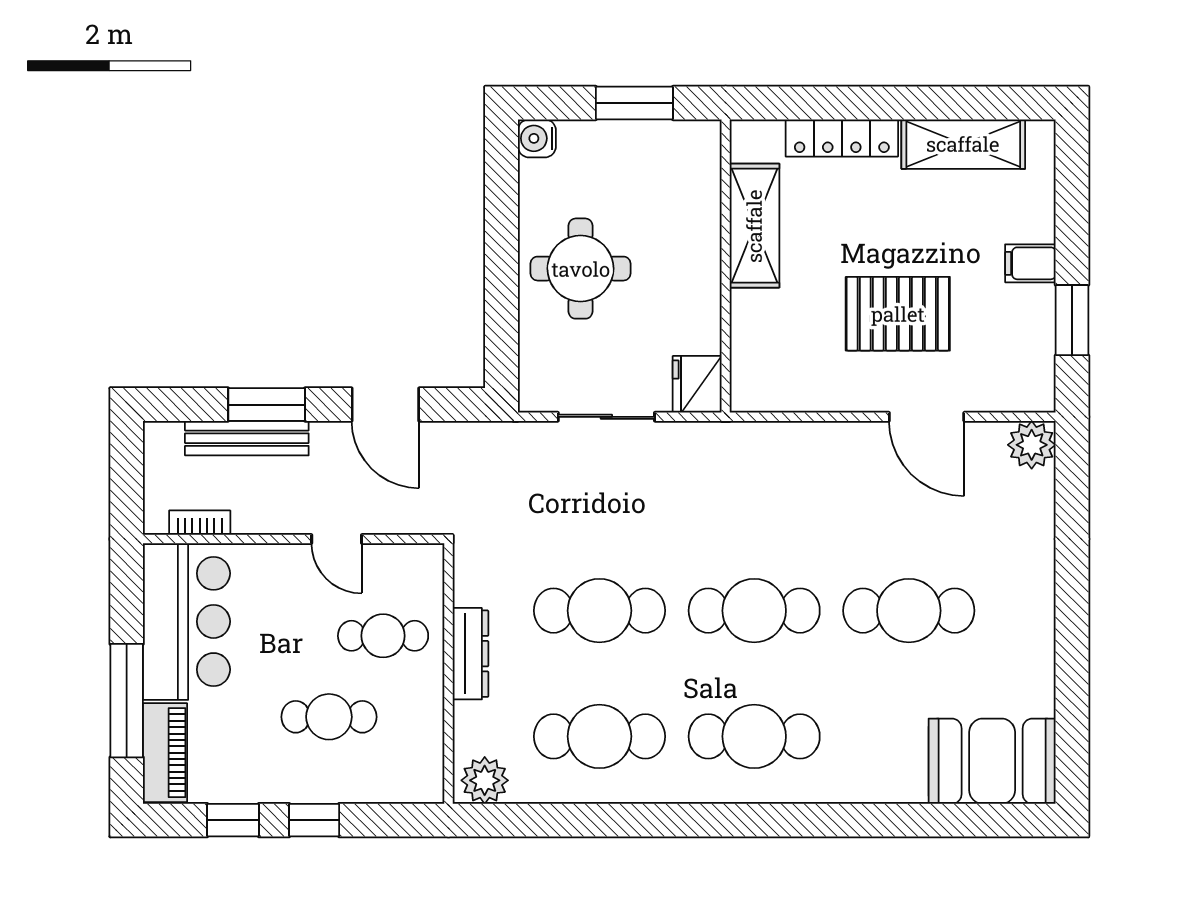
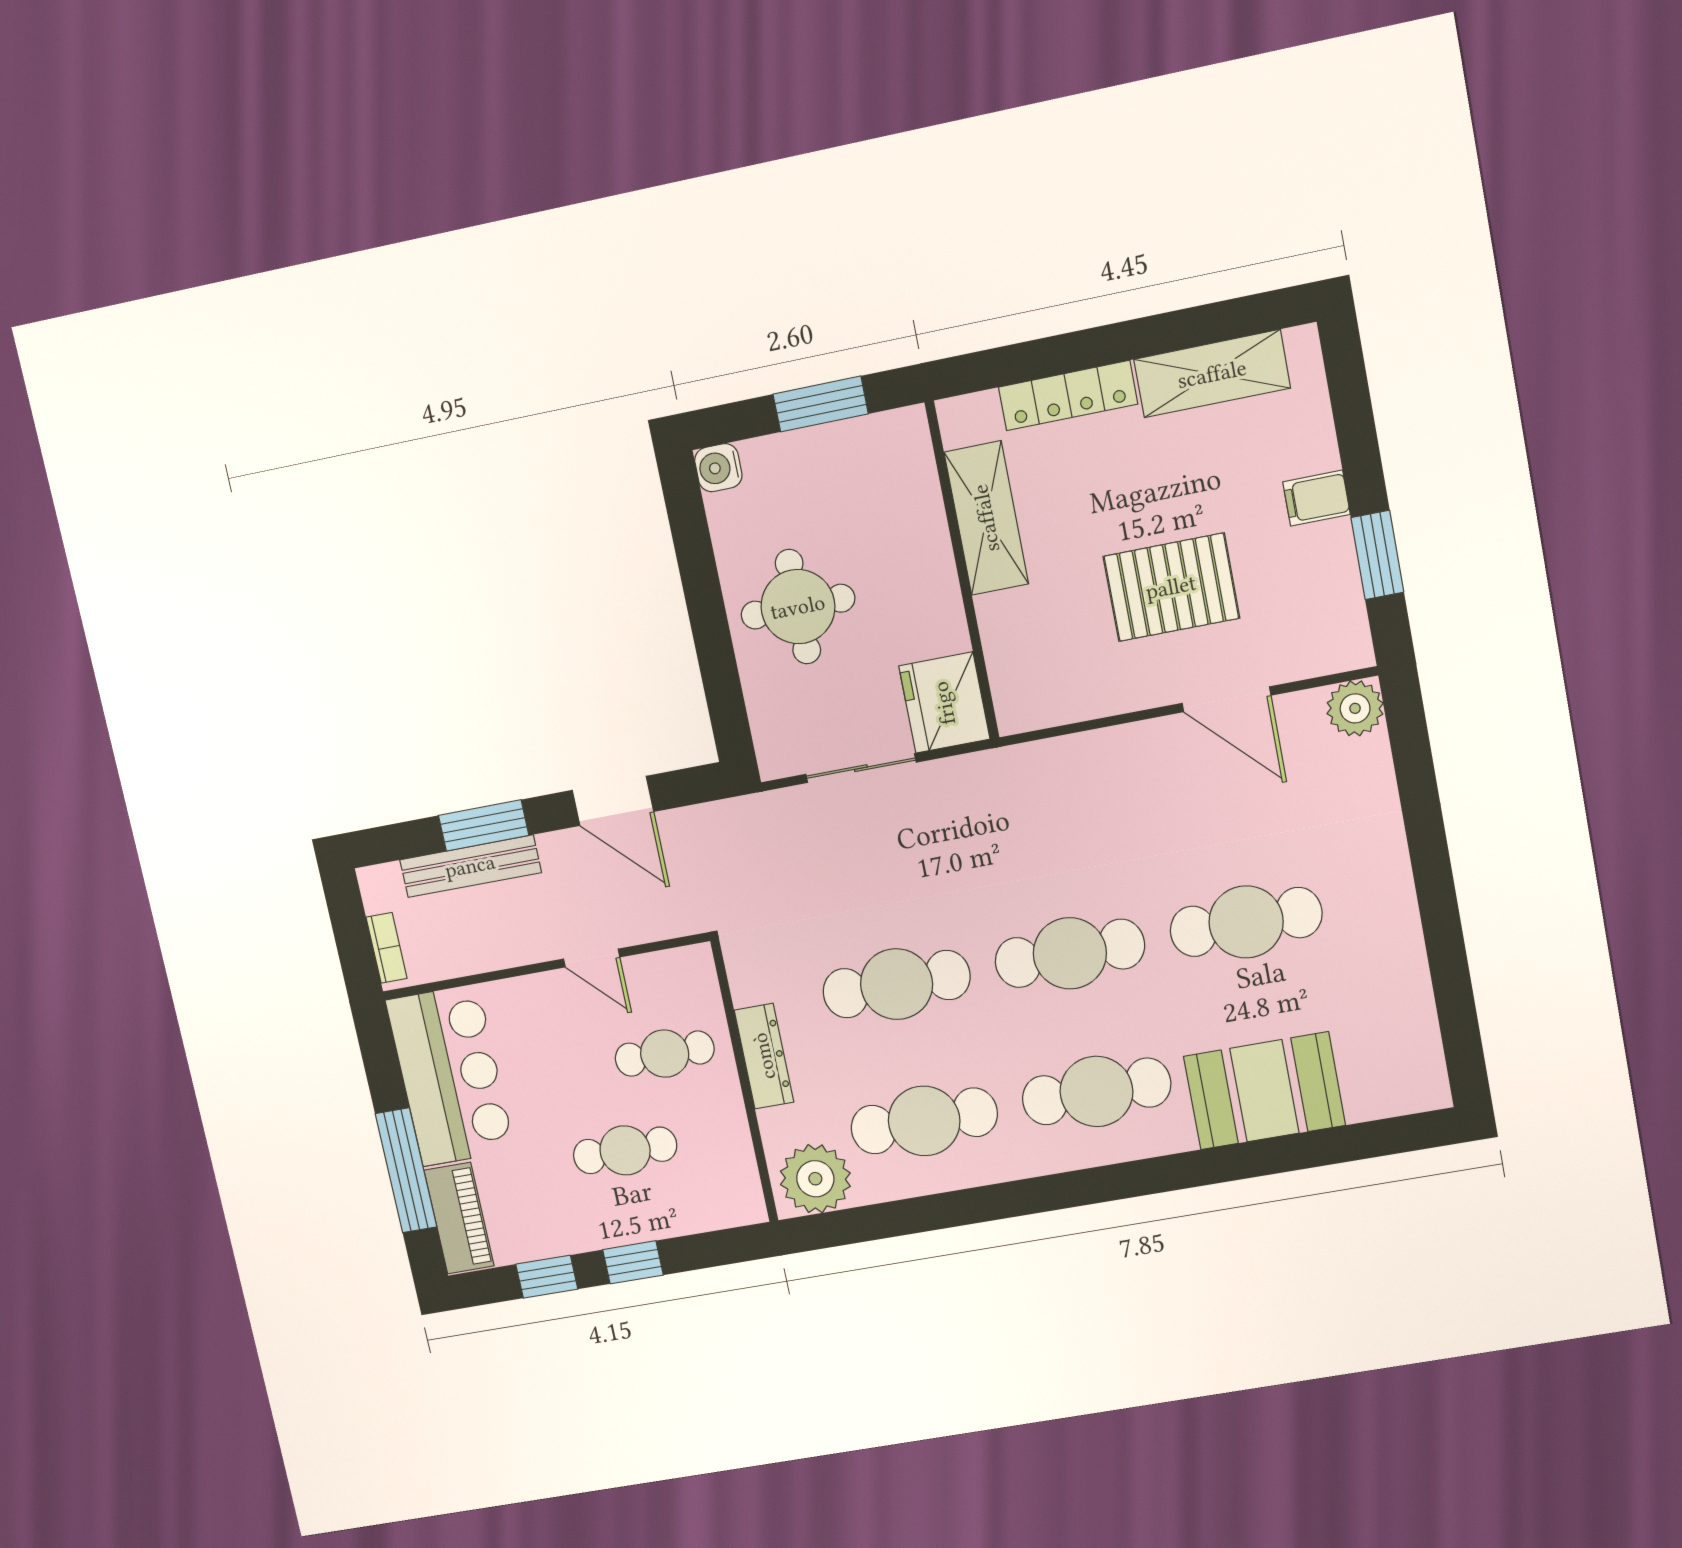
fridge: (697, 384) -> (944, 703), width x1.36, depth x1.34
bookcase: (200, 523) -> (387, 948), moved, turned 90
booth: (992, 761) -> (1264, 1091), moved
plant: (485, 780) -> (815, 1179), width x1.36, depth x1.36

